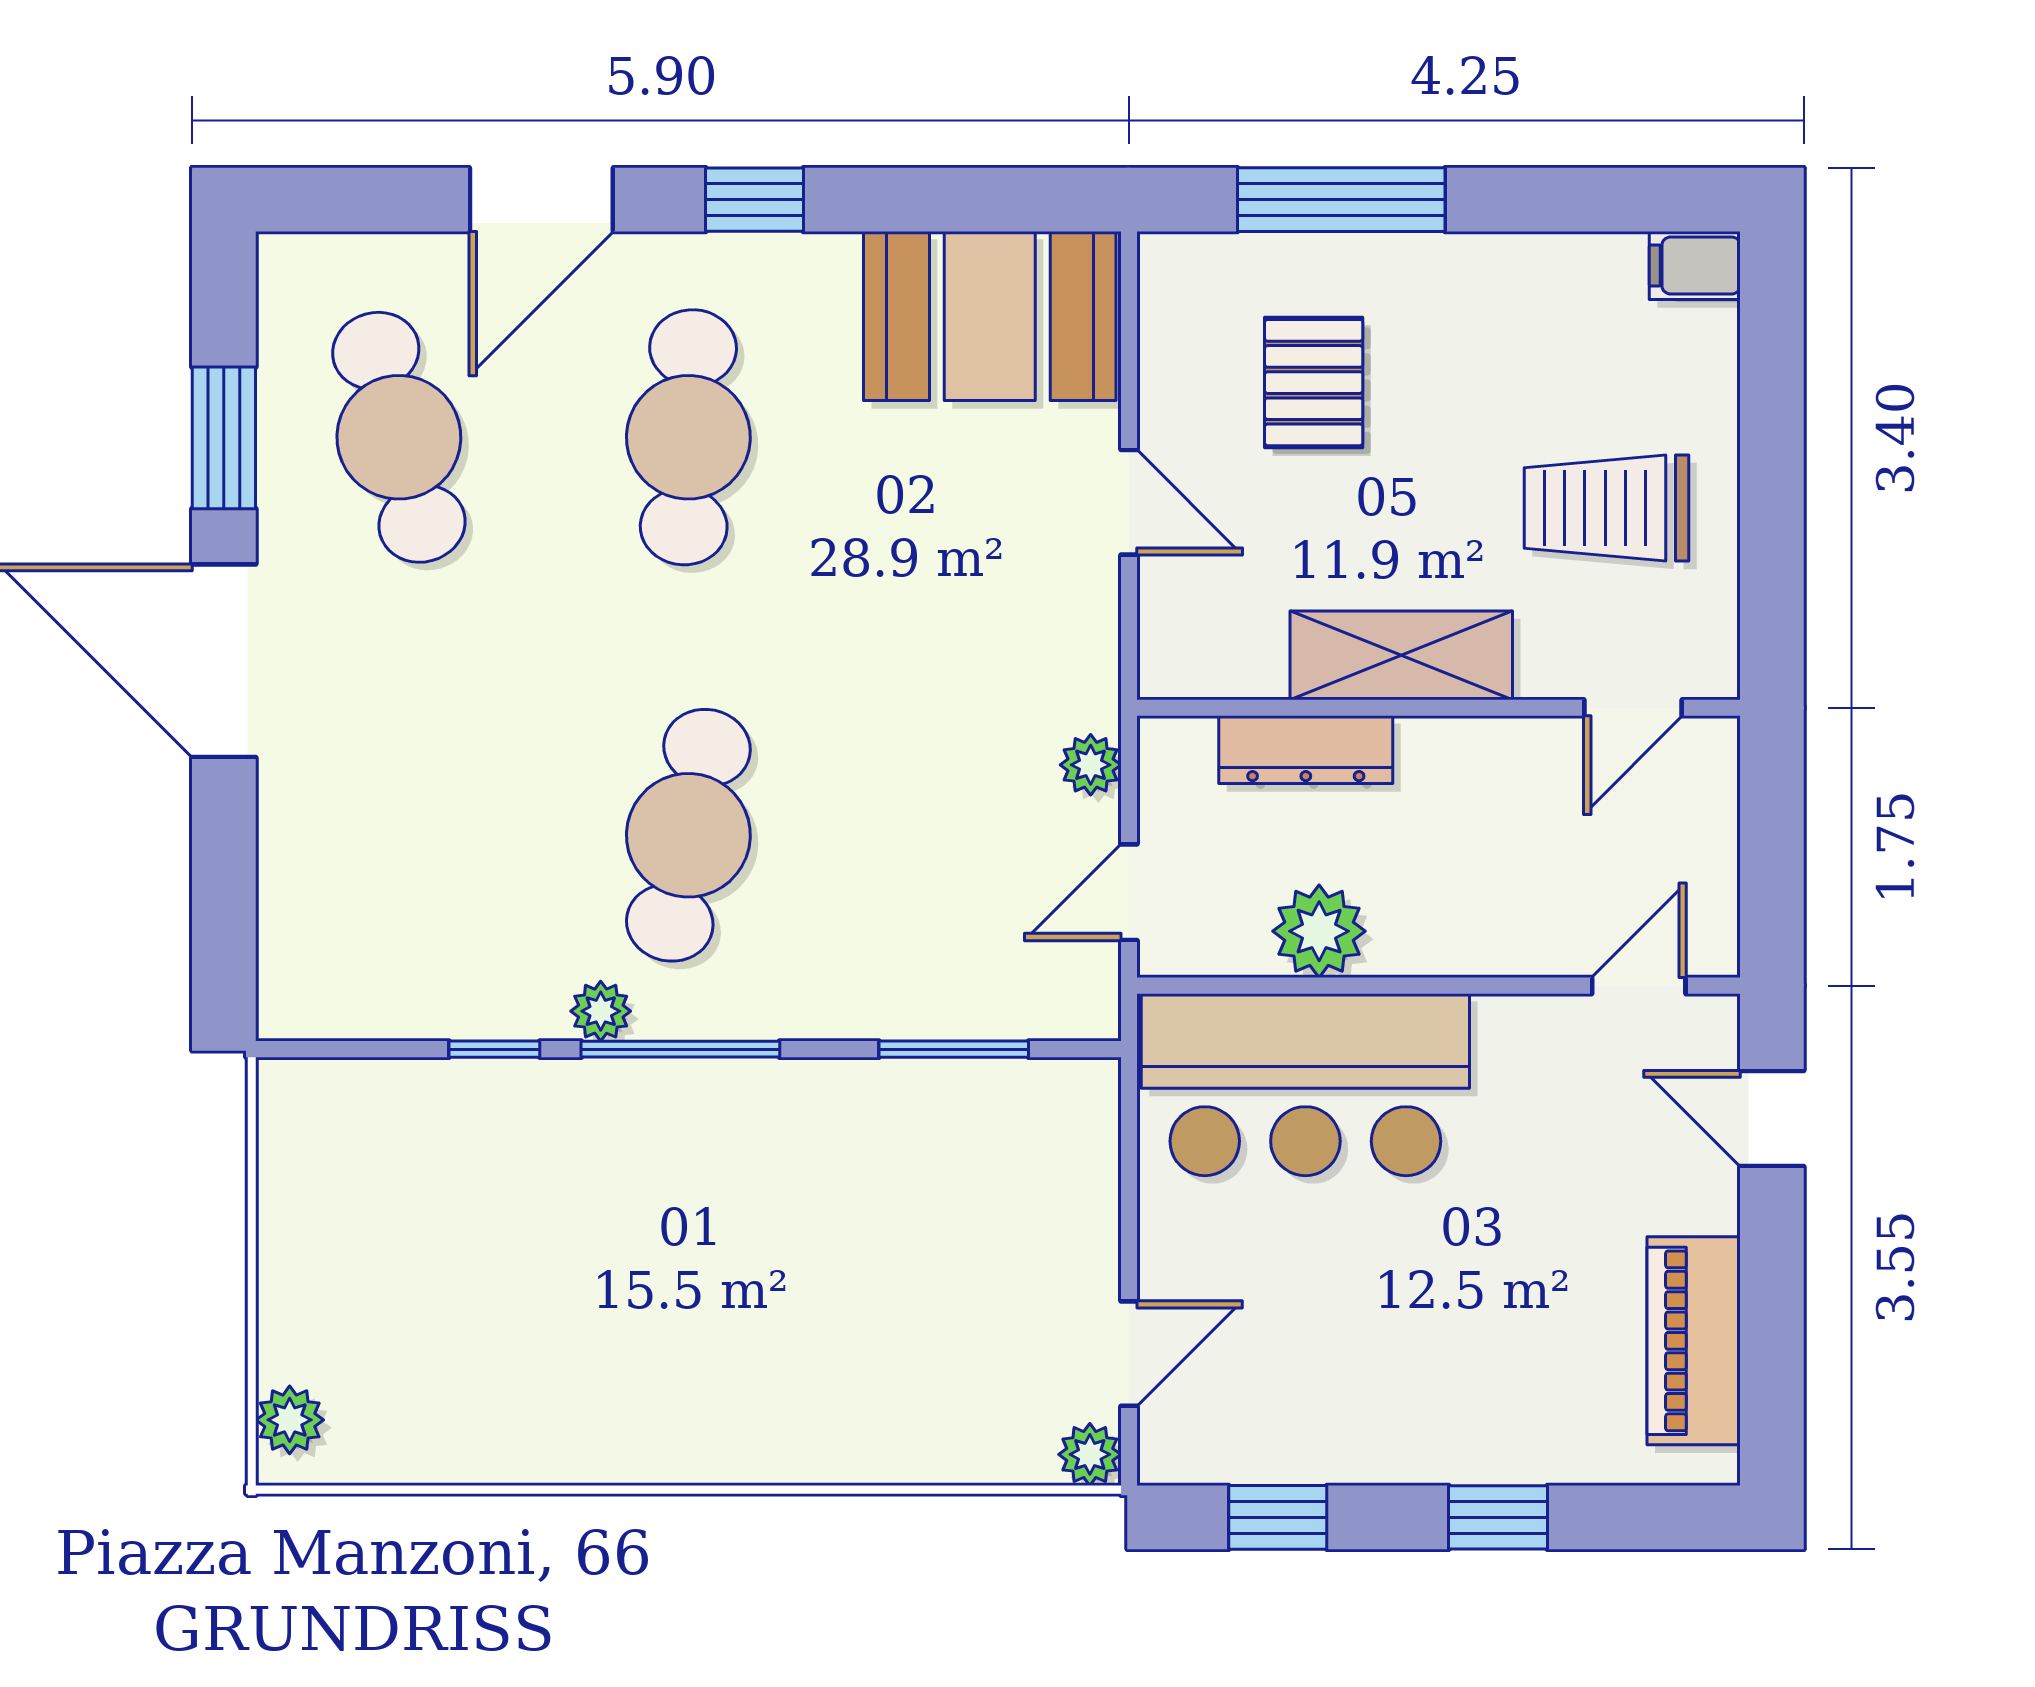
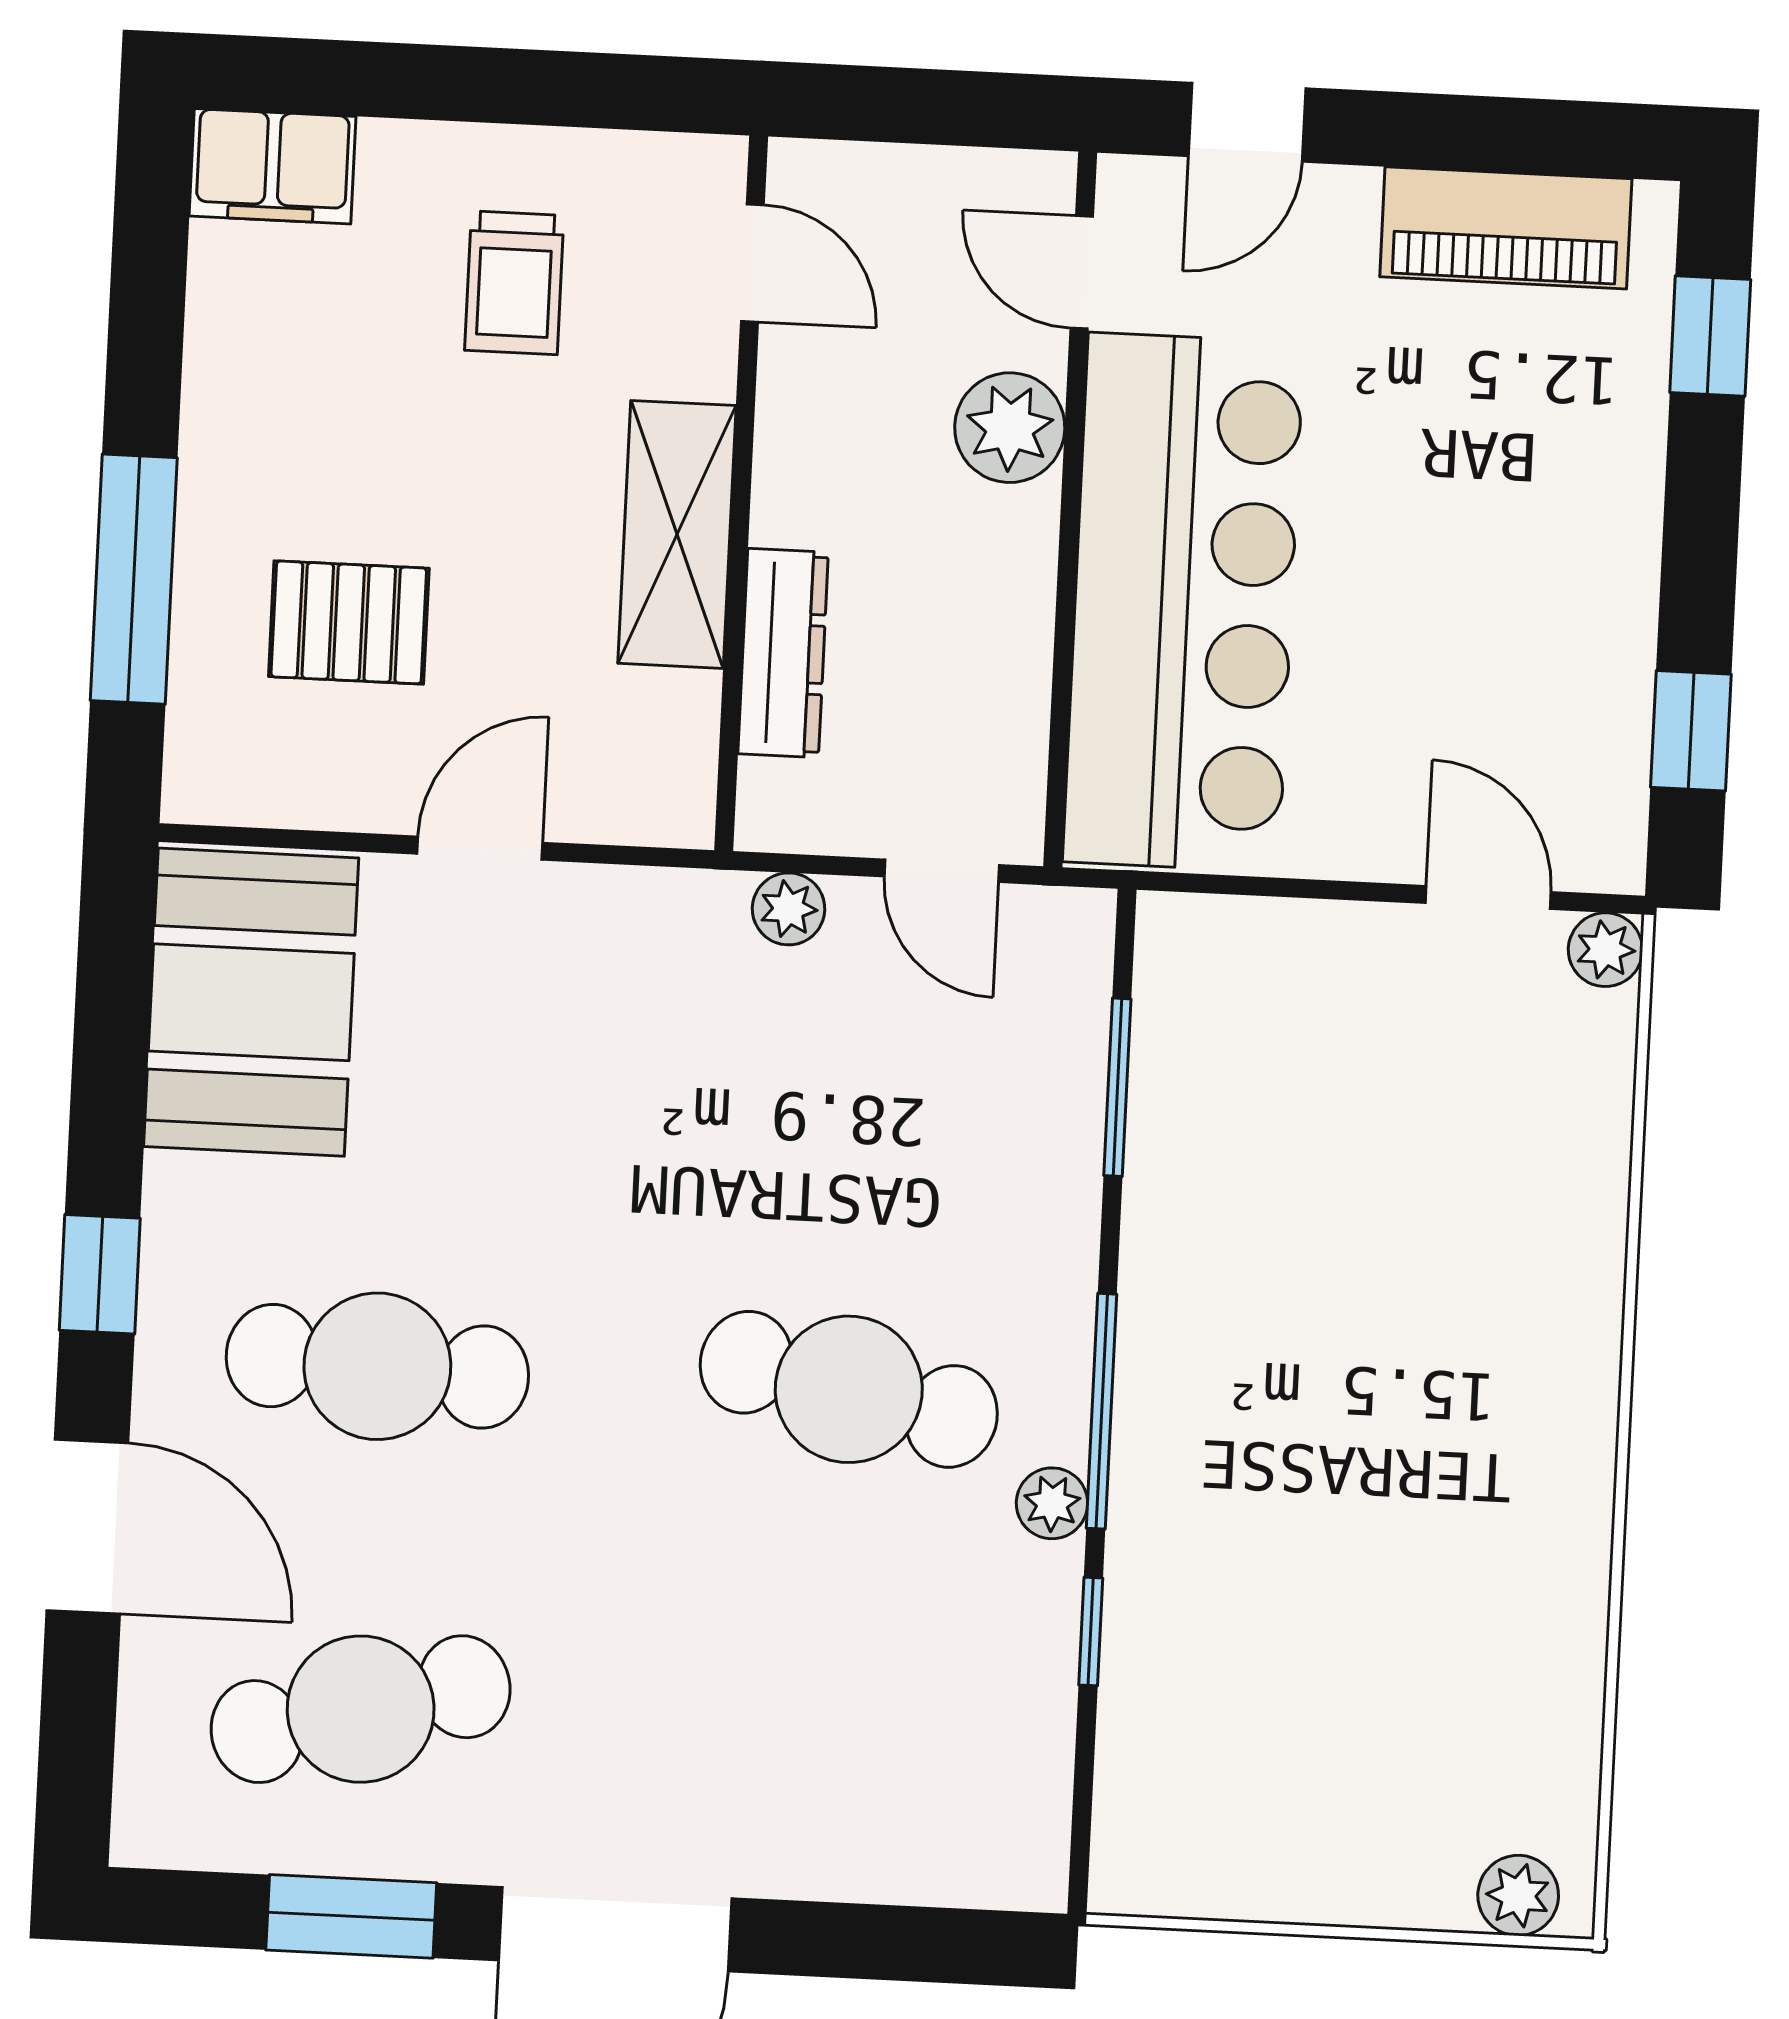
filing cabinet: (1695, 265) -> (273, 166), width x2.00
trolley: (1607, 508) -> (514, 283), width x0.73, depth x0.72
plant: (1319, 931) -> (1010, 428), moved
bar counter: (1305, 1085) -> (1183, 602), width x1.36
window: (1498, 1517) -> (1710, 336), moved

